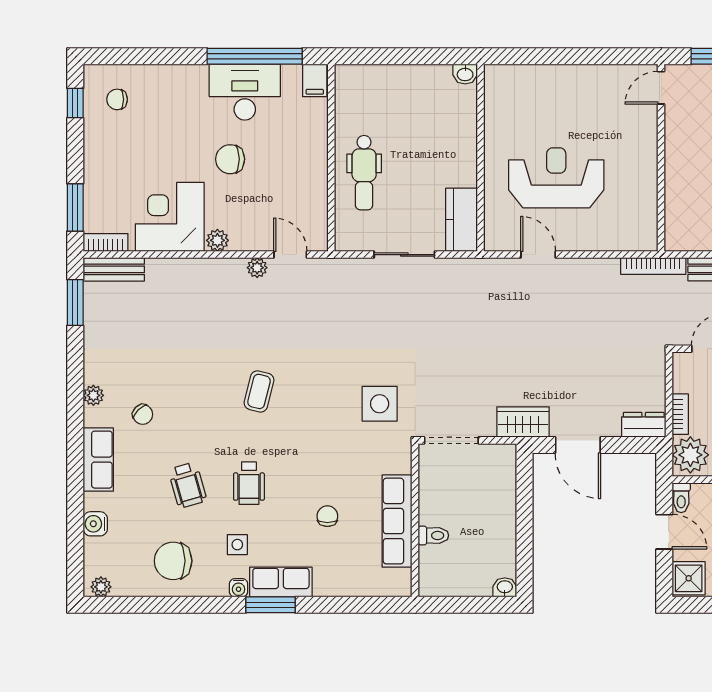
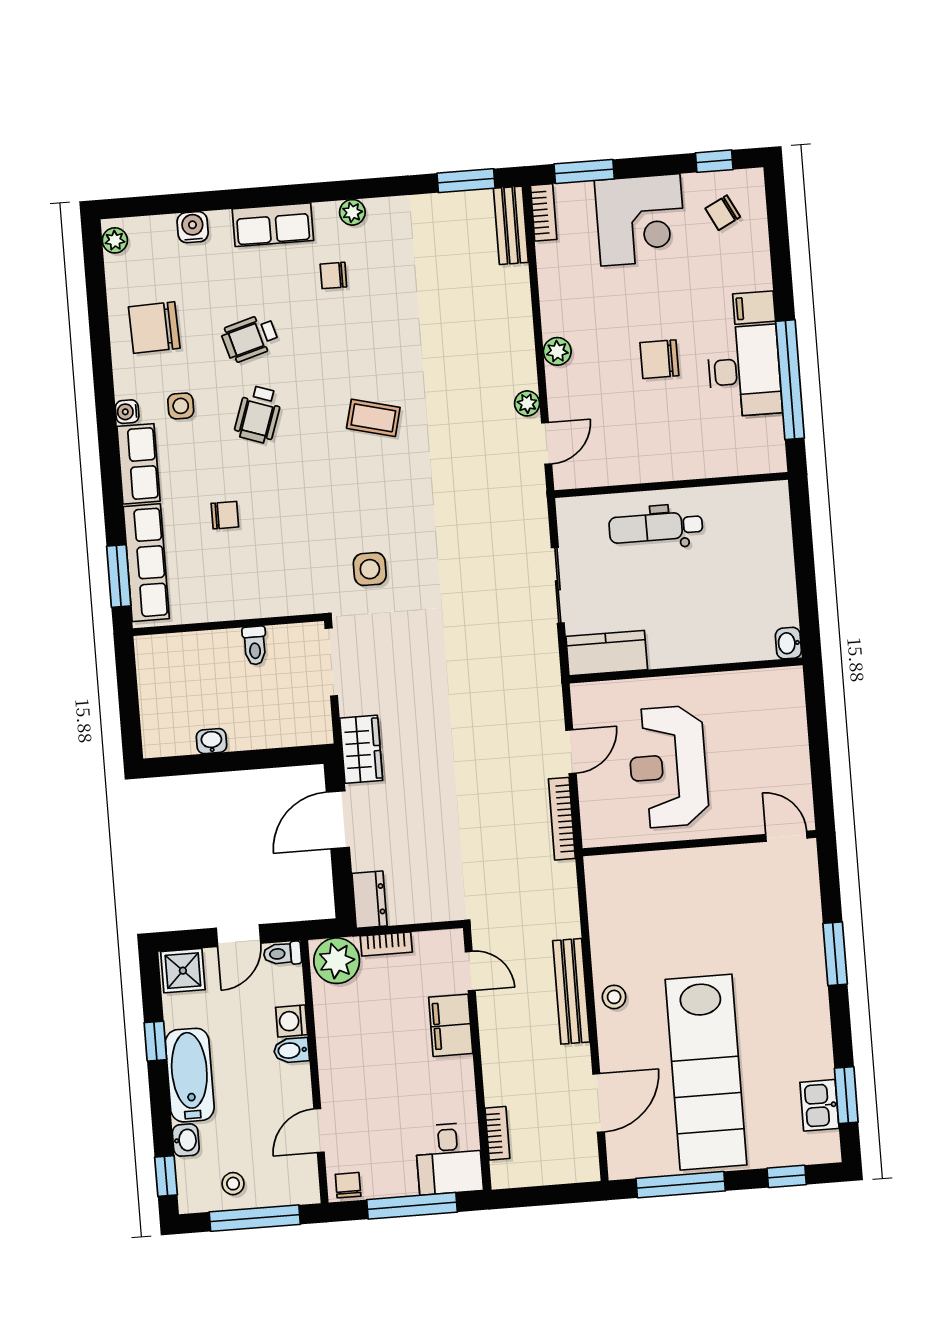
filing cabinet: (315, 80) -> (754, 308), moved
door: (661, 88) -> (786, 836), moved
chair: (117, 99) -> (723, 213), turned -117
wall: (661, 158) -> (699, 843), moved
chair: (230, 159) -> (659, 359), turned -90
reception desk: (556, 178) -> (668, 767), turned 180
corner desk: (170, 217) -> (640, 220), moved, turned 90
bookcase: (653, 266) -> (562, 819), moved
side table: (380, 404) -> (370, 569), width x0.73, depth x0.73
chair: (143, 414) -> (333, 275), turned 45
wheelchair: (249, 483) -> (258, 414), turned -71
row of seats: (397, 521) -> (146, 563), moved, turned 90
toilet: (433, 535) -> (255, 645), moved
chair: (173, 561) -> (154, 328), turned -92
washbasin: (505, 587) -> (211, 741), moved, turned -90
window: (271, 605) -> (119, 576), moved

